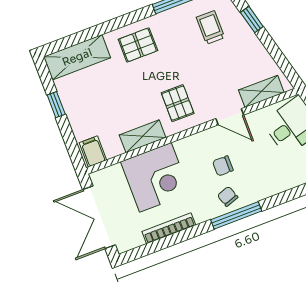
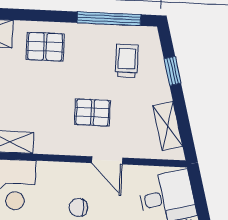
shelving: (261, 91) -> (168, 126), moved, turned 75
pallet: (178, 103) -> (92, 112), moved, turned 90

